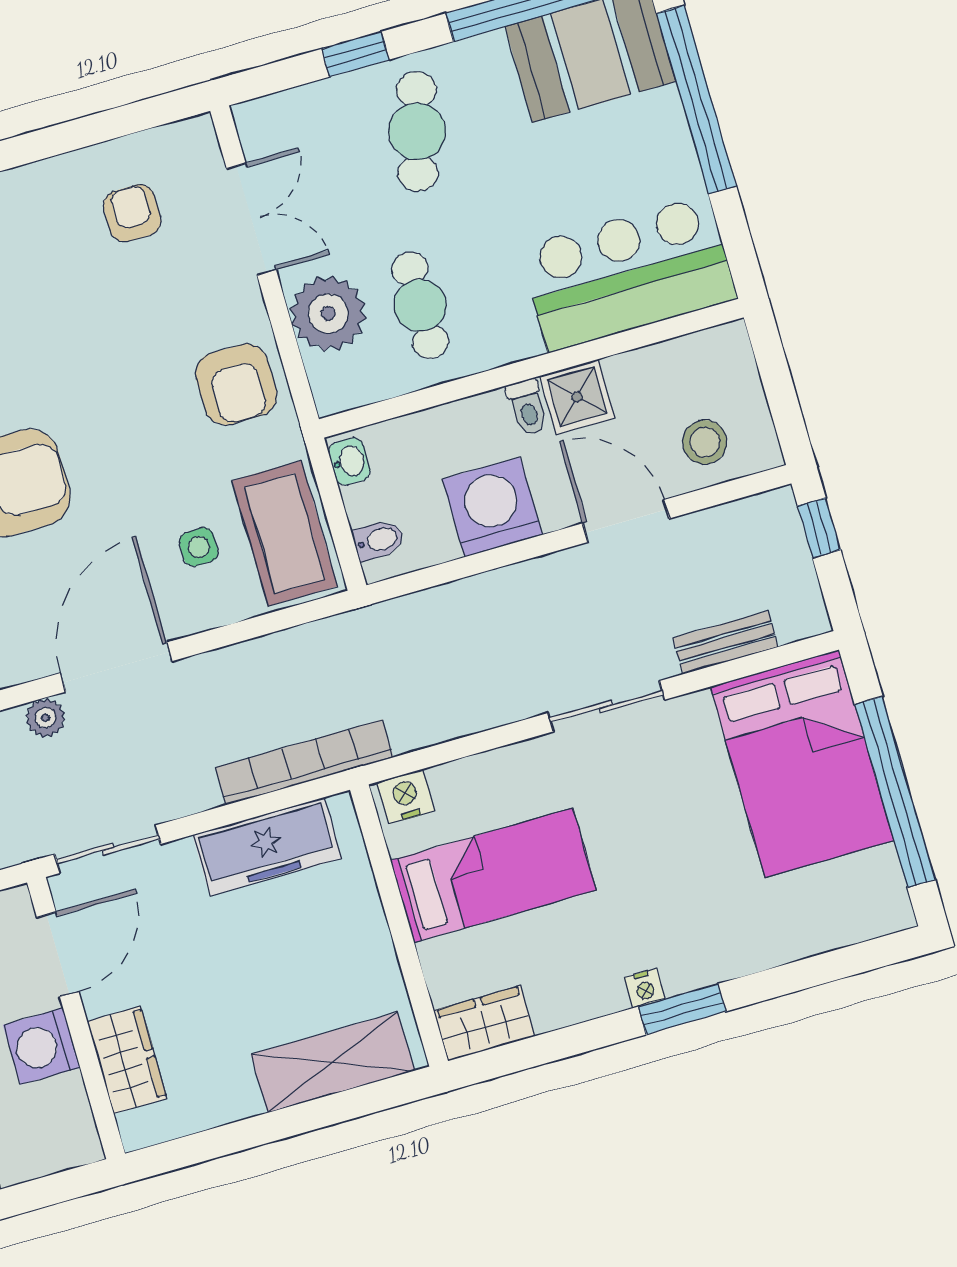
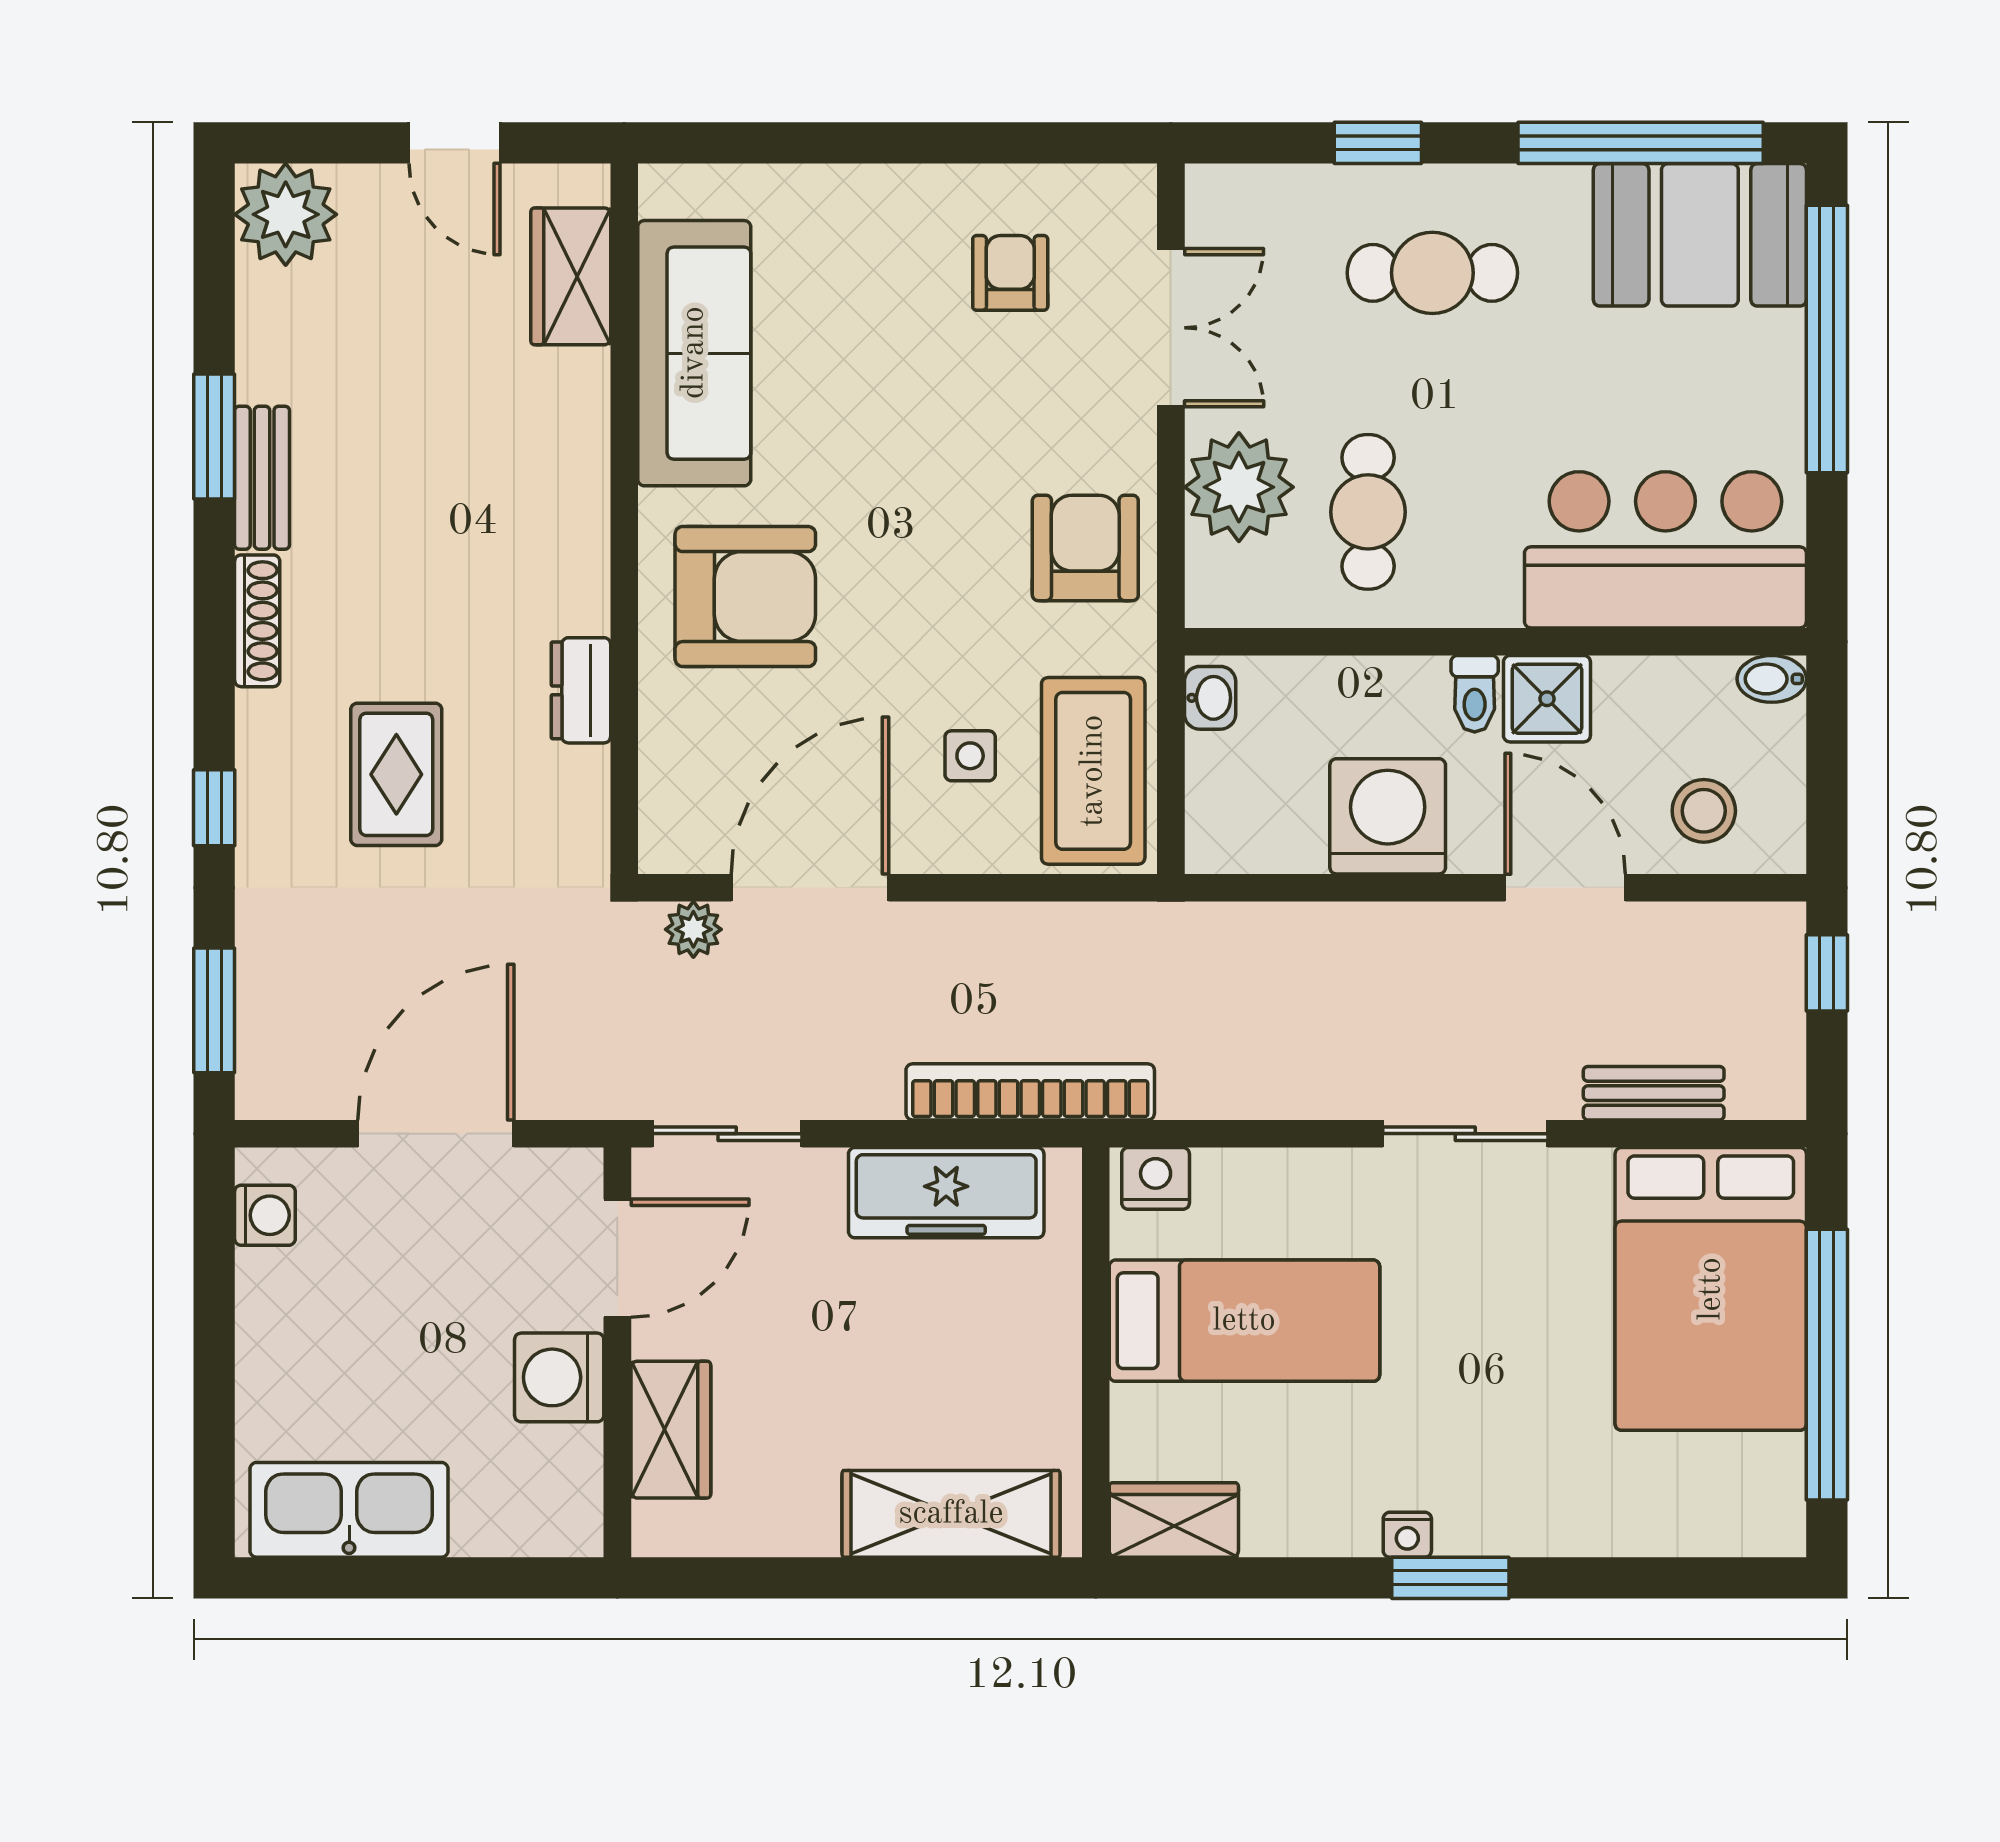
cafe table: (417, 131) -> (1432, 273), turned 75
armchair: (236, 384) -> (1085, 548), turned 180
bidet: (379, 540) -> (1772, 679), moved, turned 180

